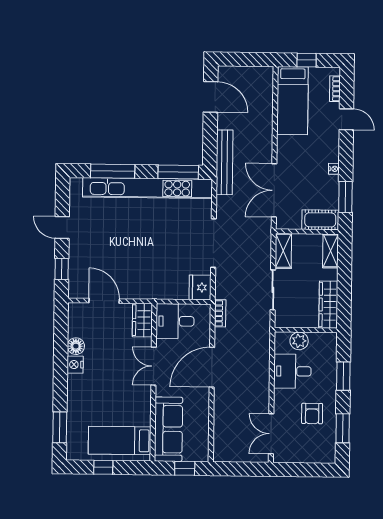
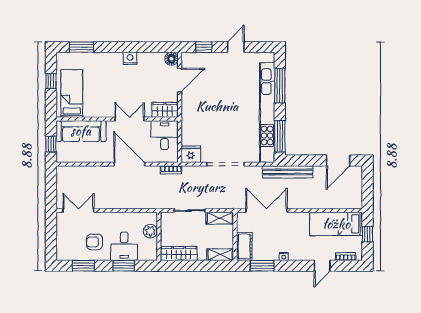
floor lamp: (76, 346) -> (171, 59), moved
desk: (292, 371) -> (124, 246), moved, turned 180

